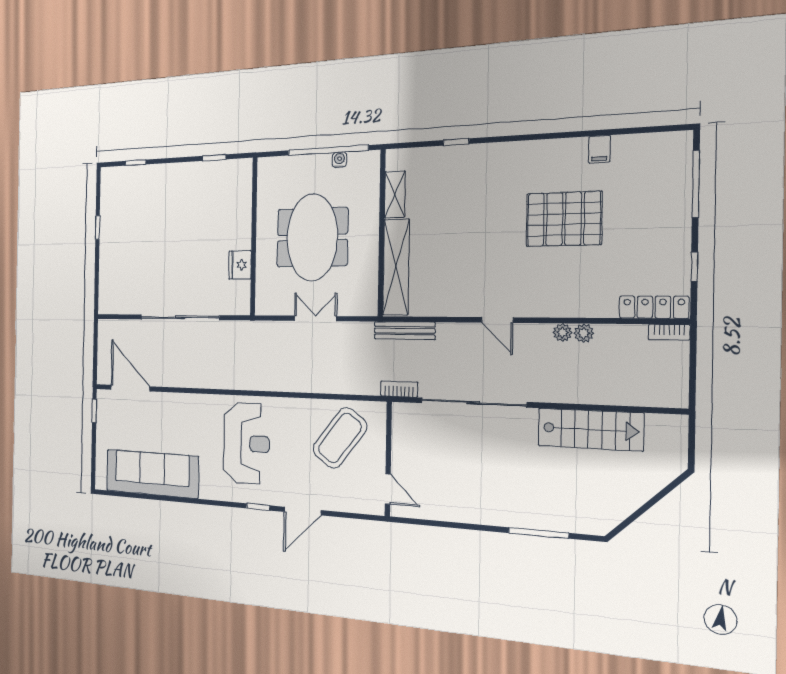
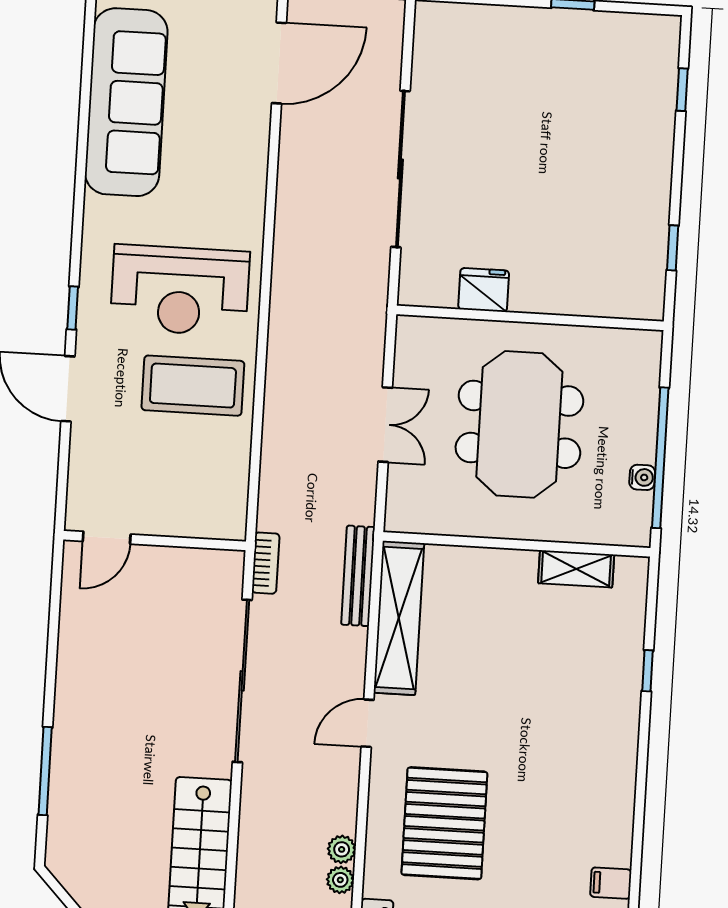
pallet: (564, 219) -> (444, 823), moved
meeting table: (312, 237) -> (519, 424), turned 90
shelving: (396, 267) -> (399, 618), moved, turned 90
plant: (562, 333) -> (340, 880), moved
coffee table: (340, 438) -> (193, 386), moved, turned -37

